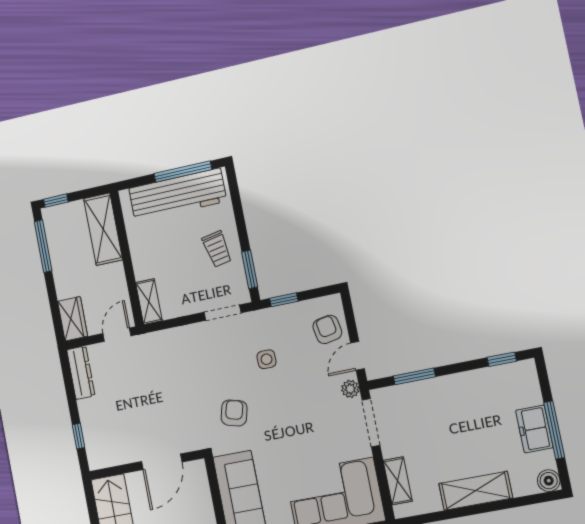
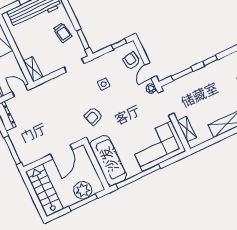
window: (284, 300) -> (119, 44), moved
door: (117, 335) -> (20, 91), hinge flipped
window: (502, 359) -> (210, 60), moved
armchair: (234, 413) -> (93, 116), turned -123
window: (79, 436) -> (13, 150), width x2.17

